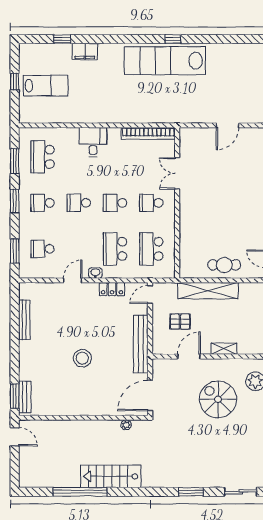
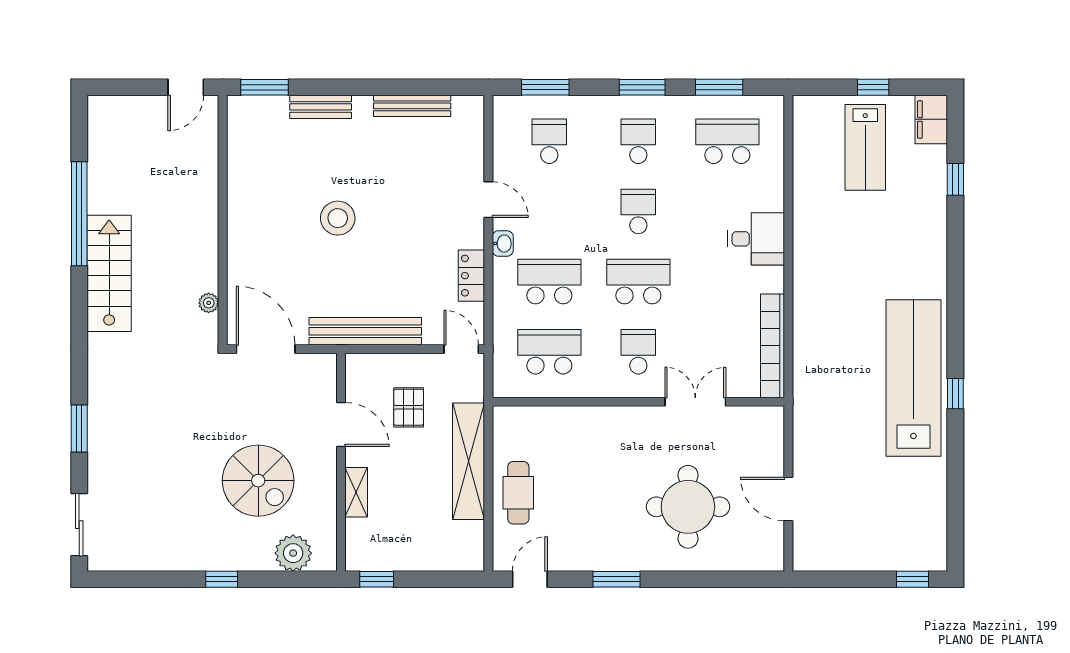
filing cabinet: (85, 51) -> (931, 119), moved
round table: (231, 177) -> (688, 507), added
school desk: (115, 203) -> (638, 282), width x1.85
bench: (25, 397) -> (321, 107), moved
spiral stairs: (218, 399) -> (258, 481), turned 90

